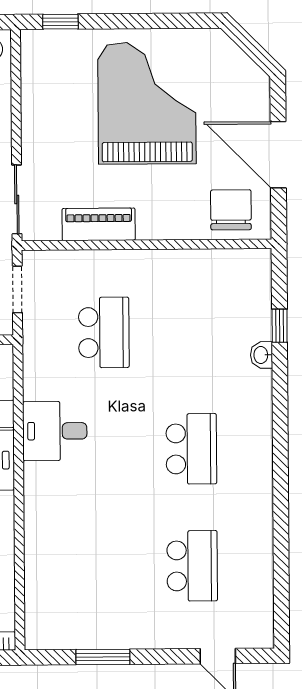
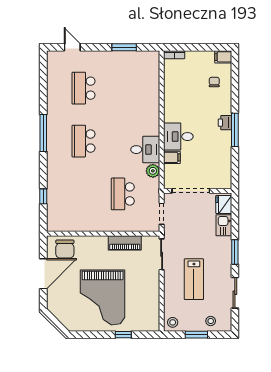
window: (60, 22) -> (123, 335), moved
door: (278, 155) -> (43, 274), hinge flipped
washbasin: (261, 355) -> (52, 183), removed
plant: (38, 384) -> (153, 171), added
window: (280, 466) -> (43, 133), added

